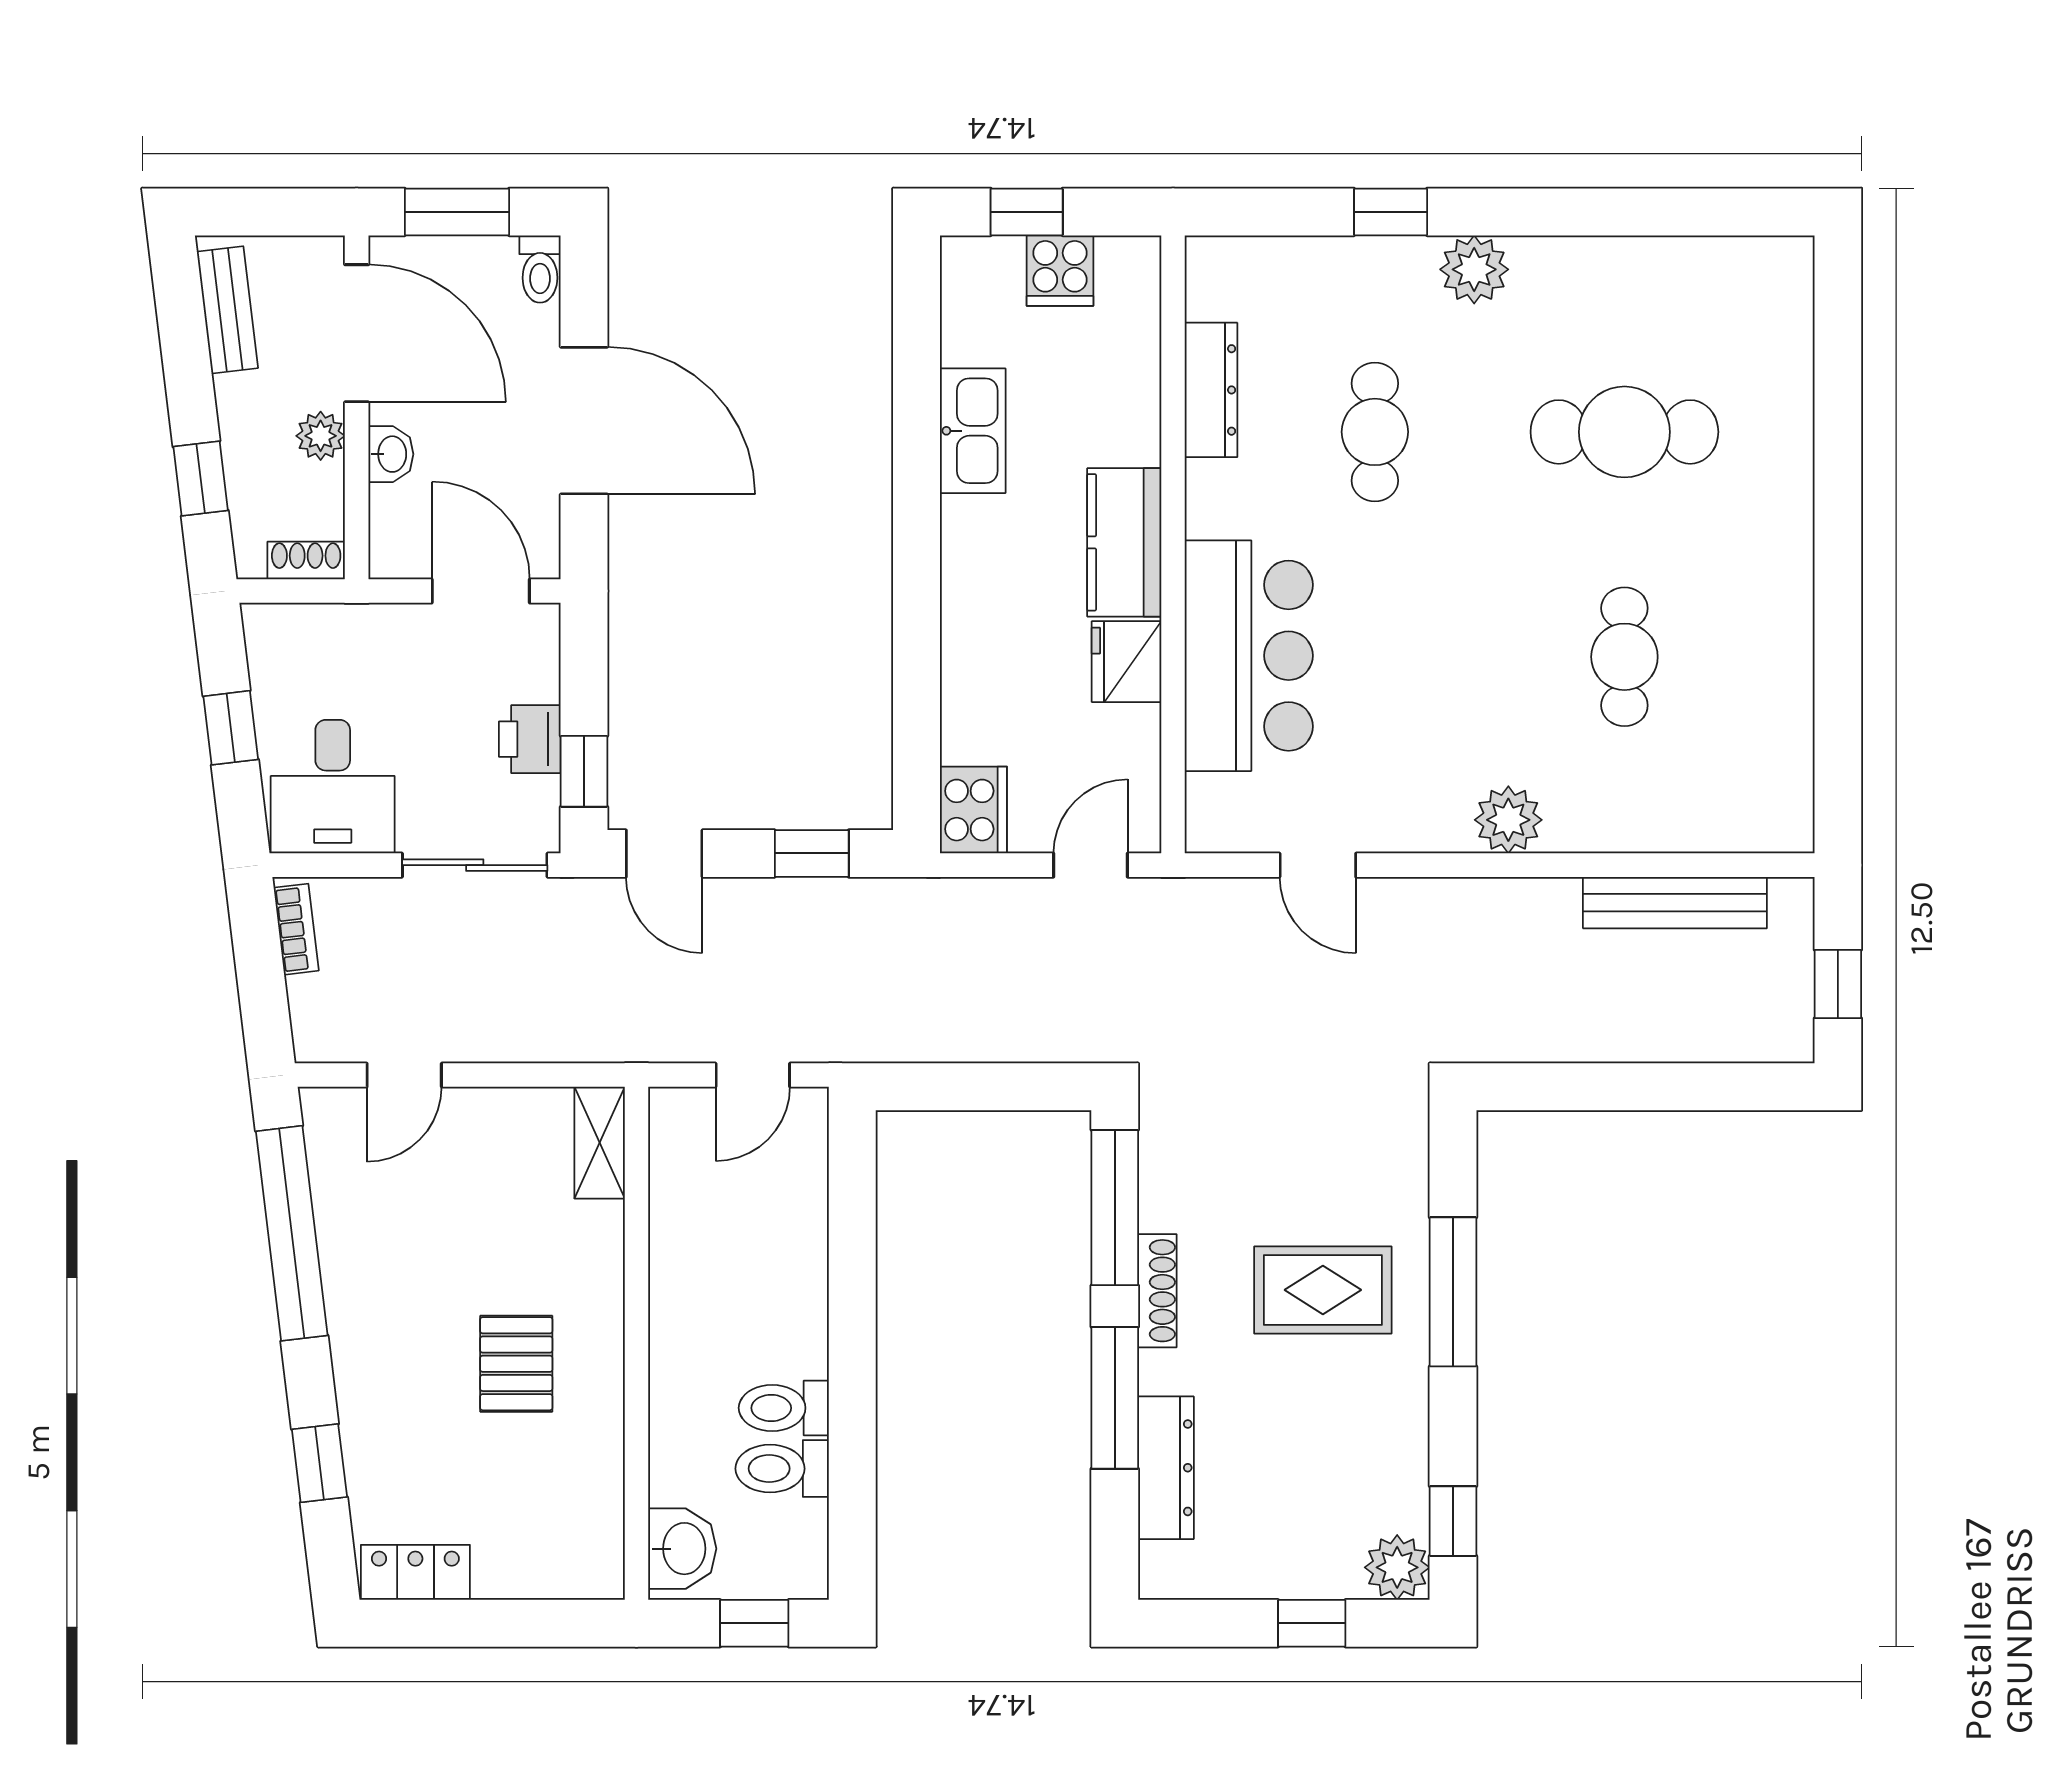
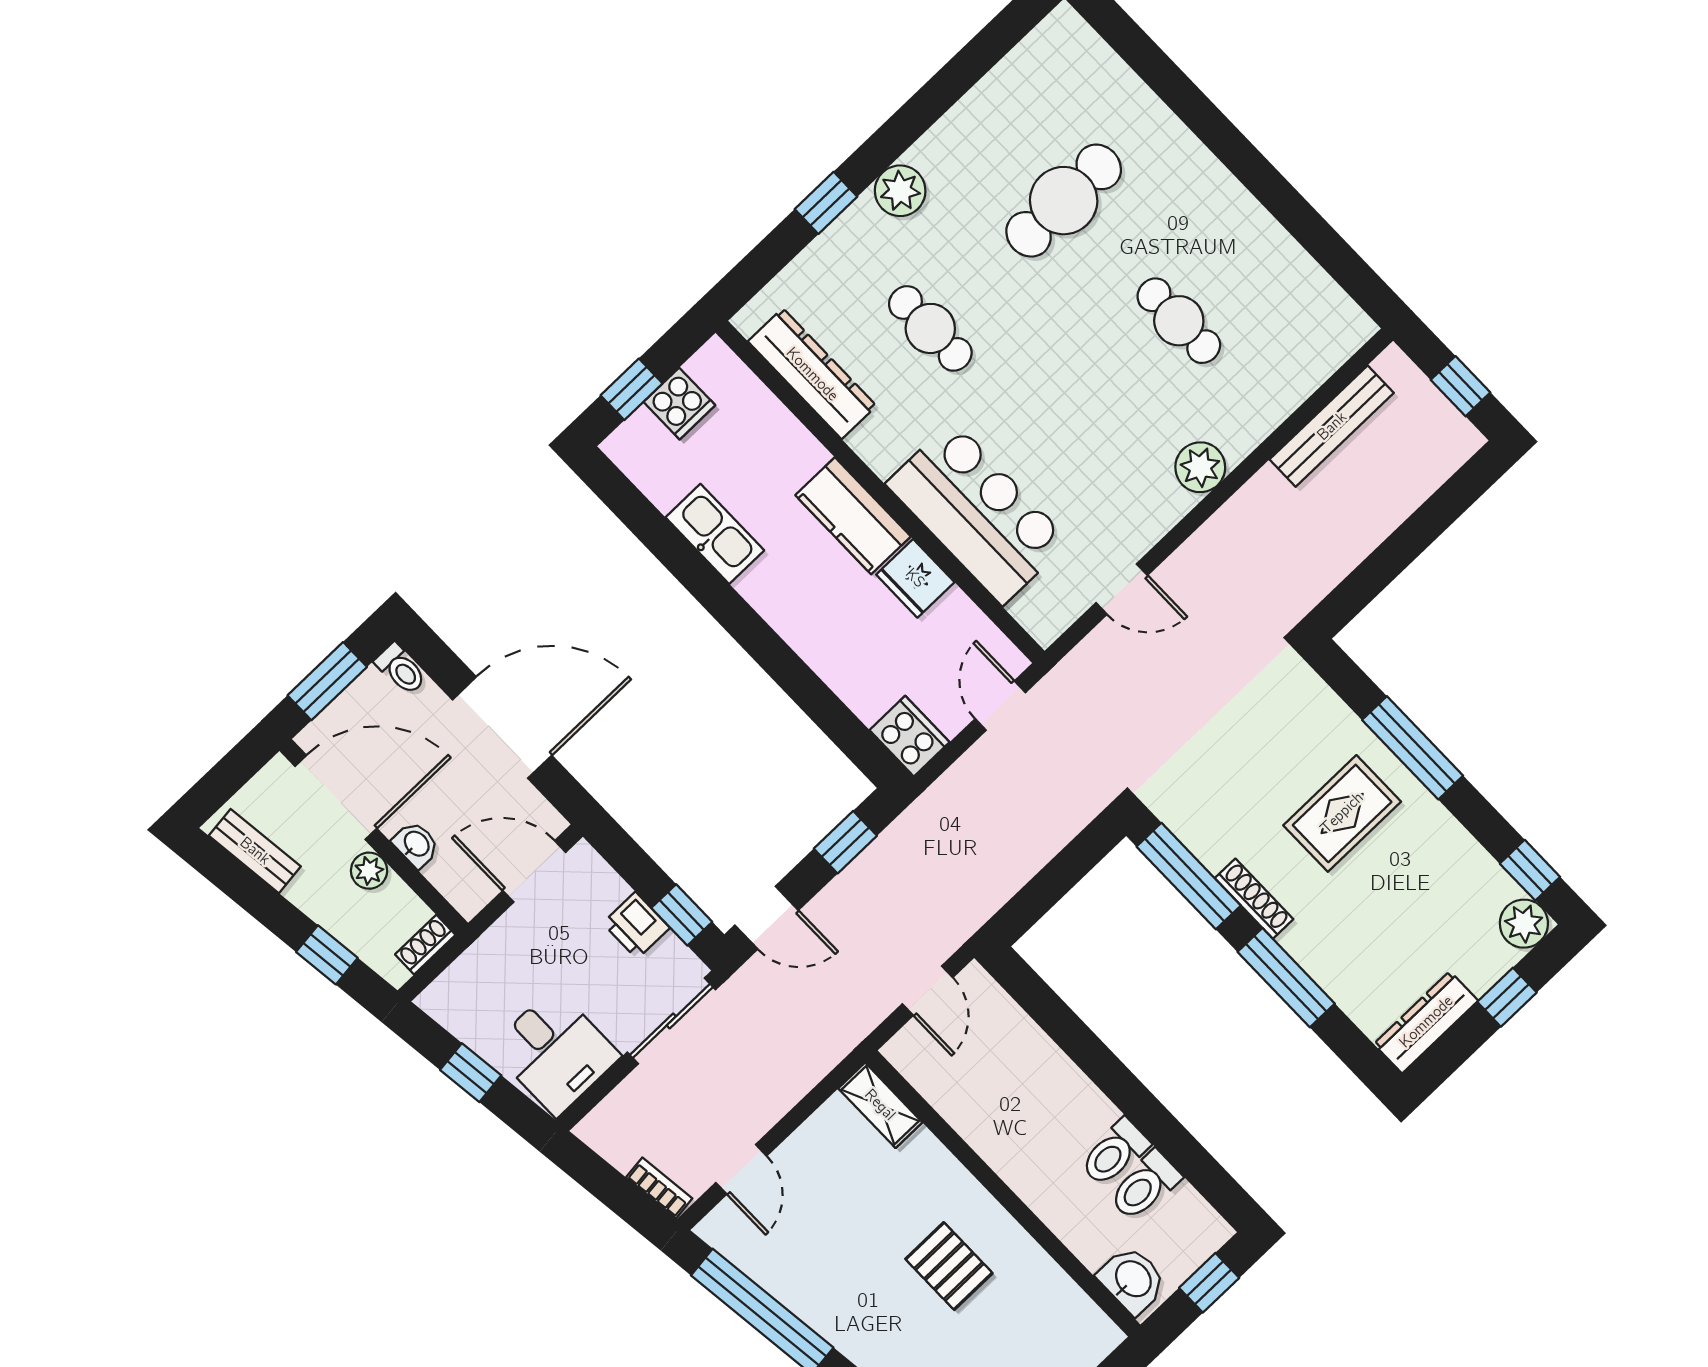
dresser: (1211, 390) -> (812, 374), width x1.37, depth x1.24
bookcase: (296, 929) -> (659, 1188), moved
dresser: (1166, 1468) -> (1426, 1022), moved, turned -90

